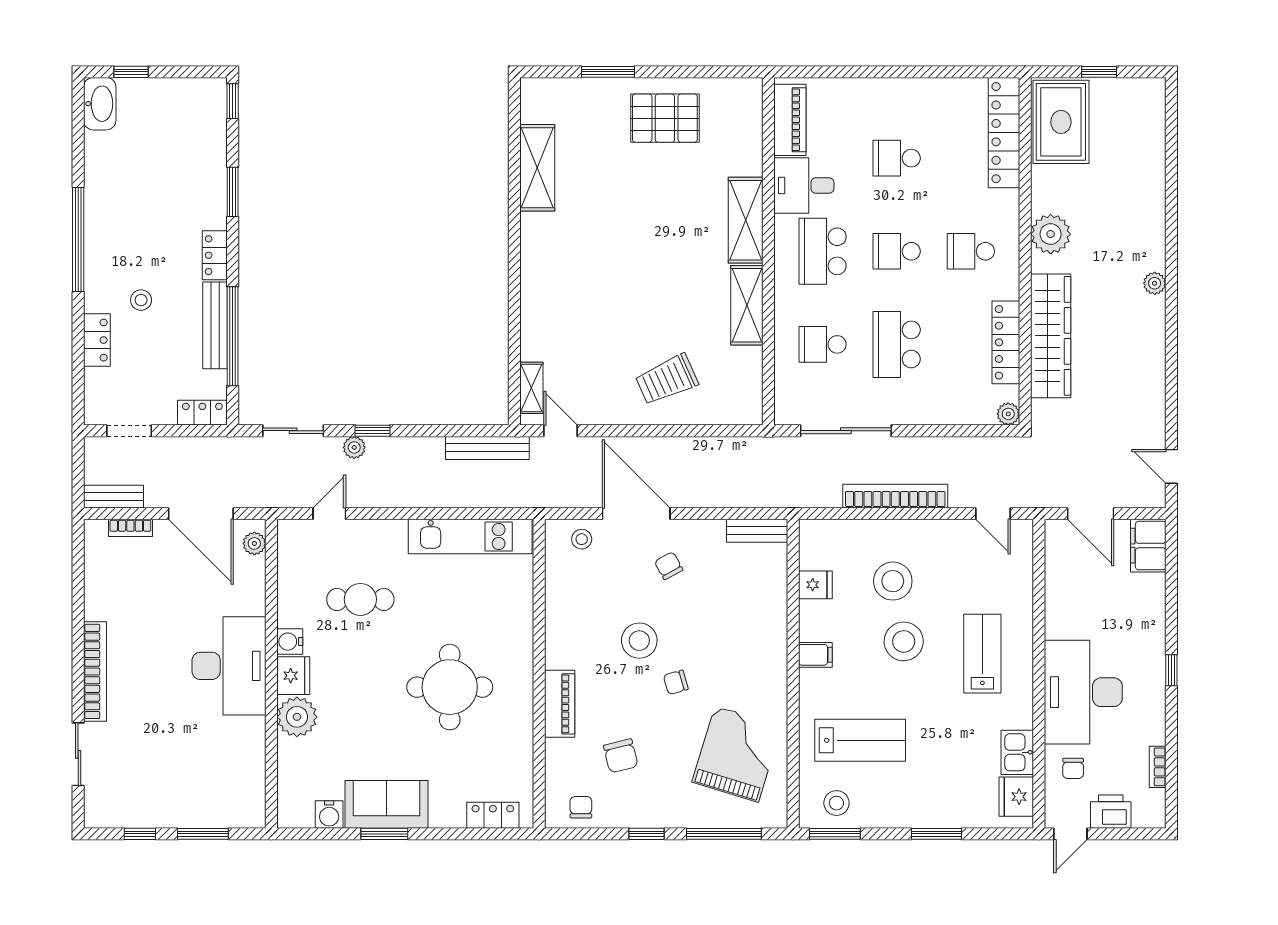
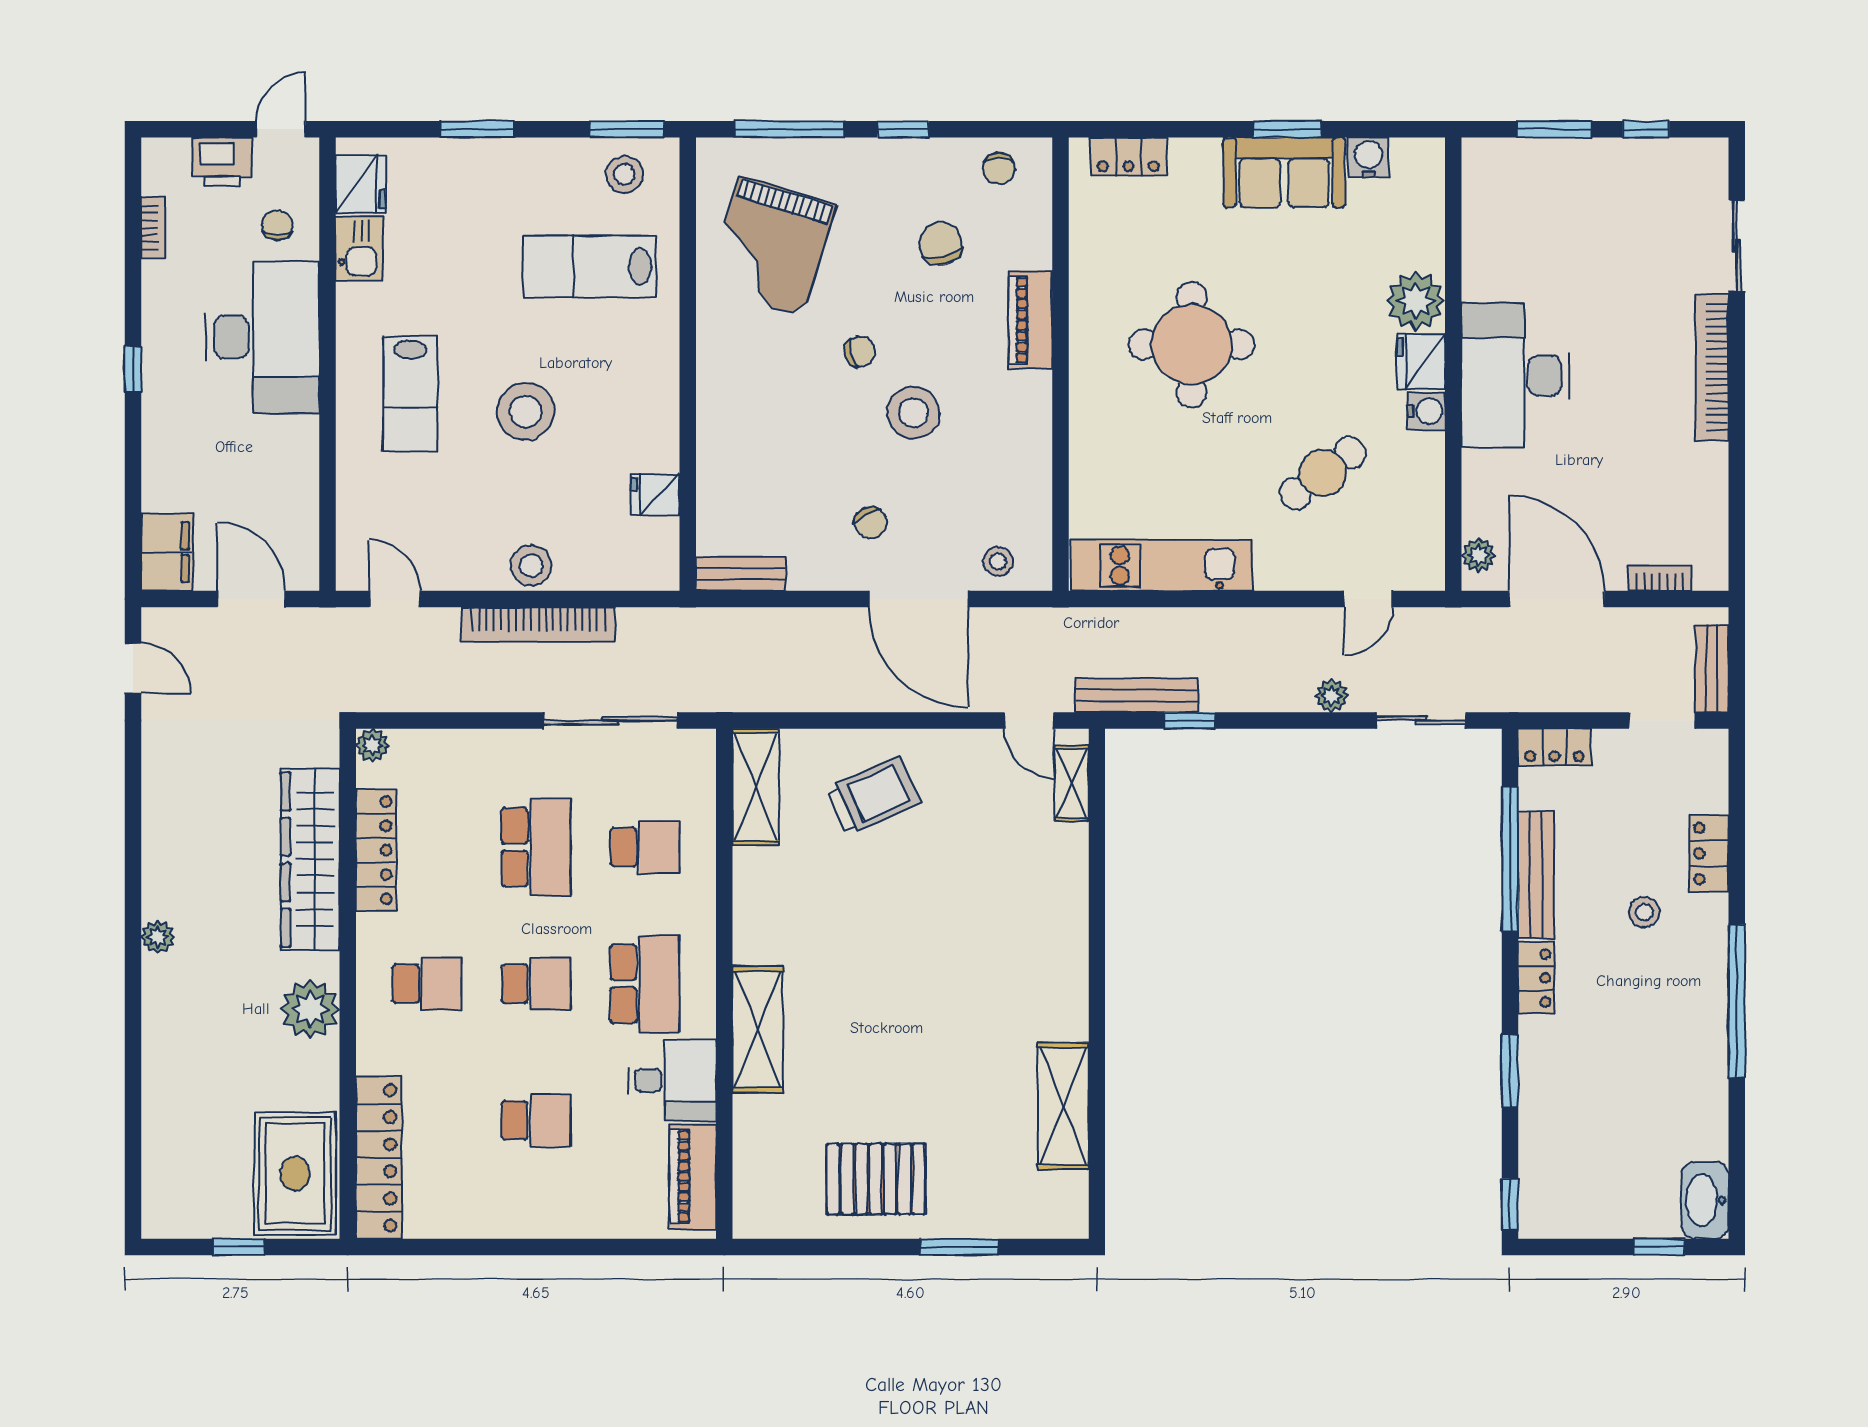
shelving: (747, 305) -> (756, 787), moved
window: (373, 431) -> (1190, 721), moved
bench: (114, 497) -> (1712, 669), moved, turned 90
stool: (893, 581) -> (531, 566), moved, width x0.73, depth x0.73
cafe table: (360, 599) -> (1323, 473), turned -37
filing cabinet: (815, 655) -> (655, 392), removed

